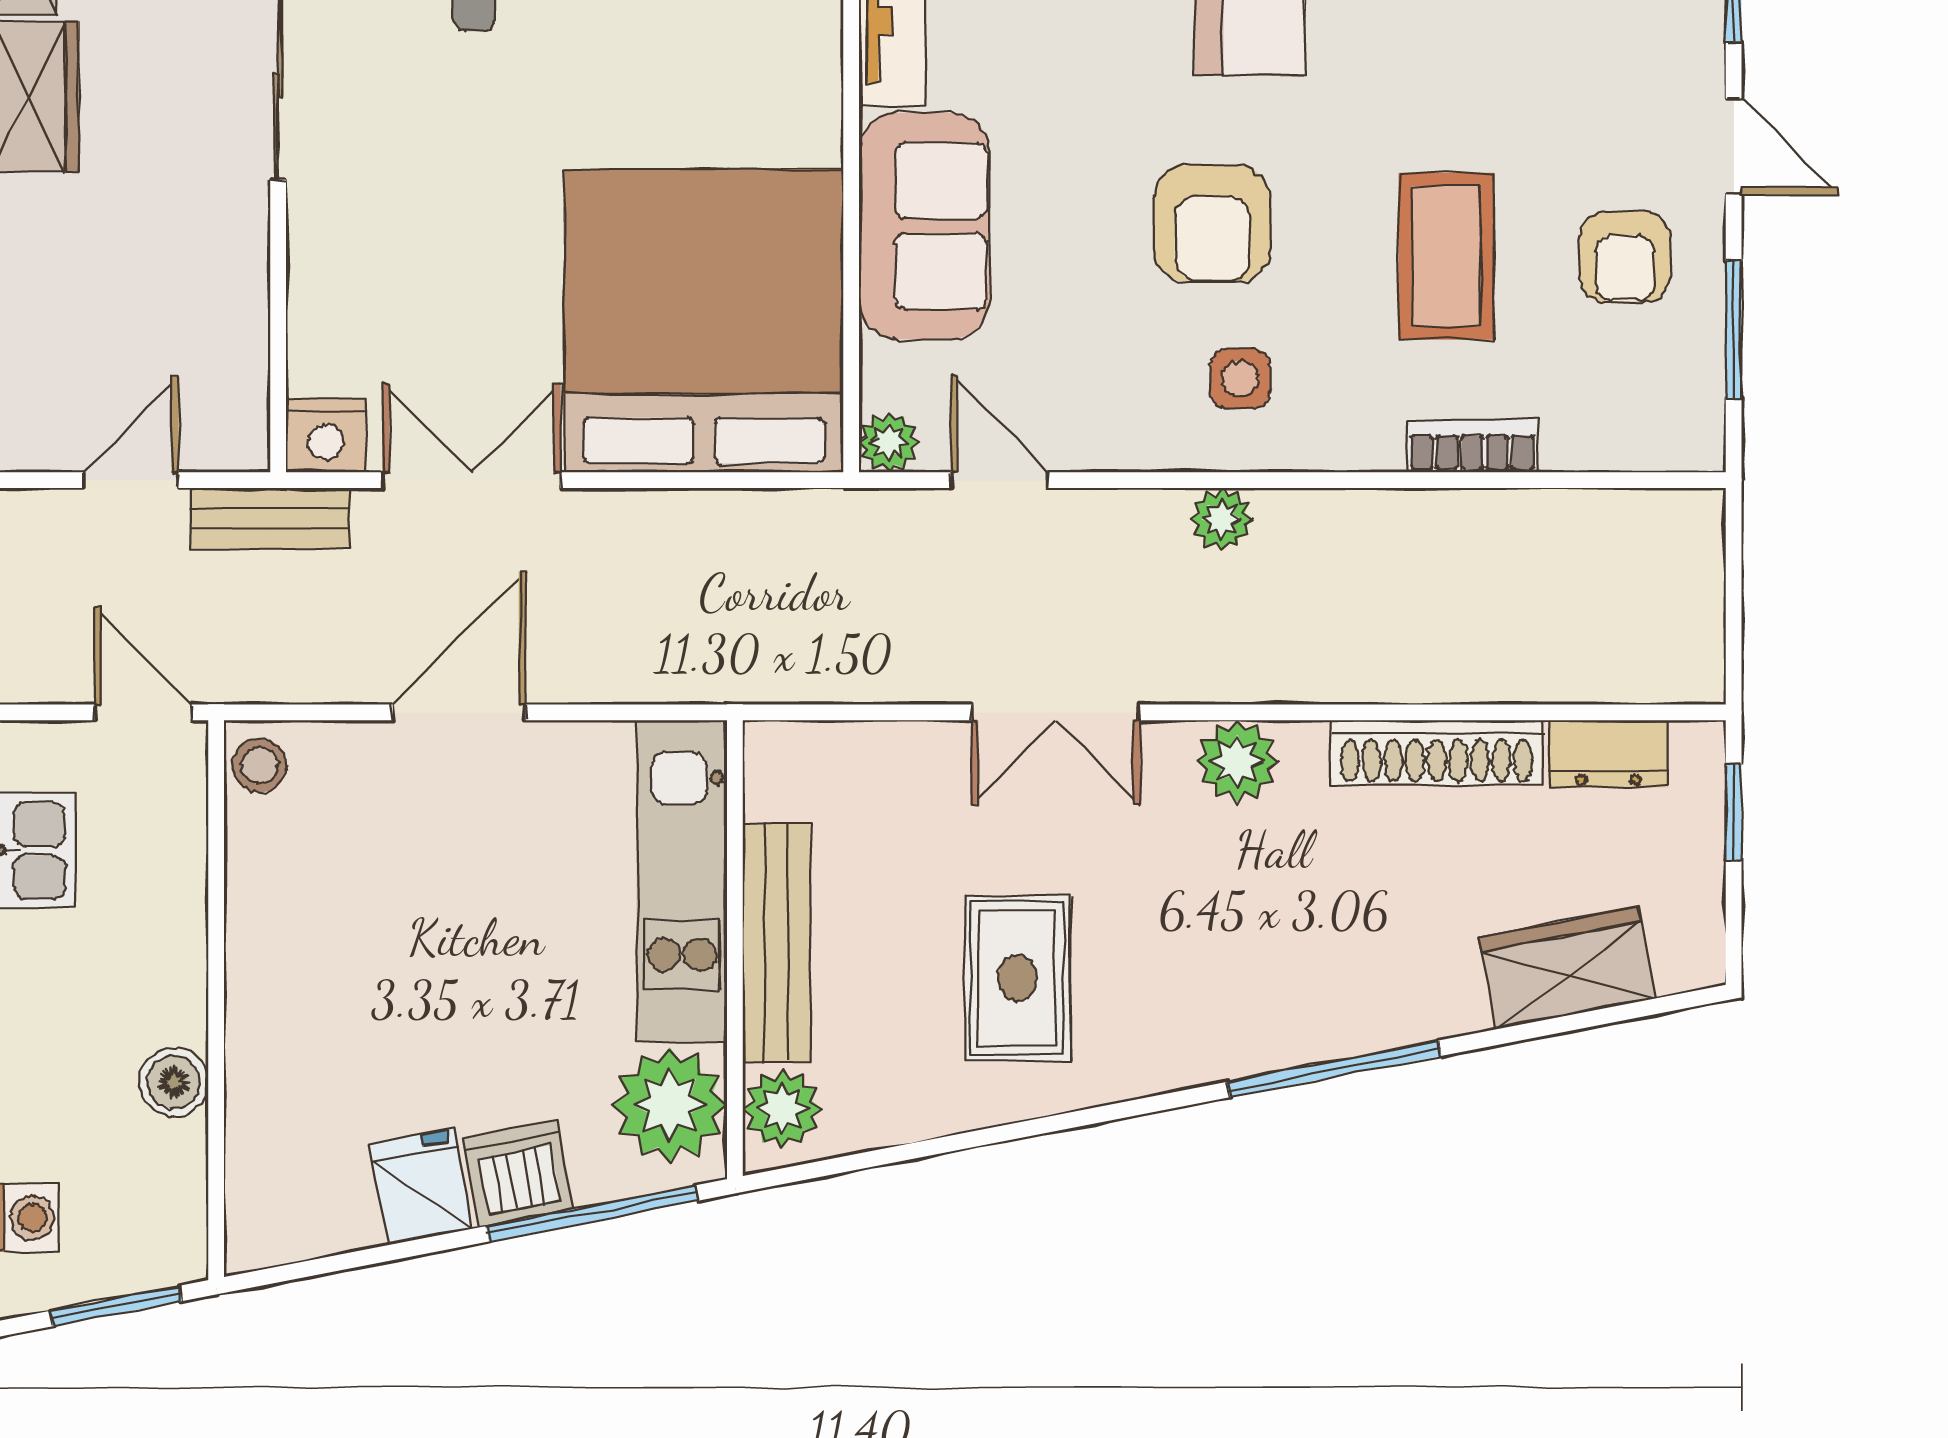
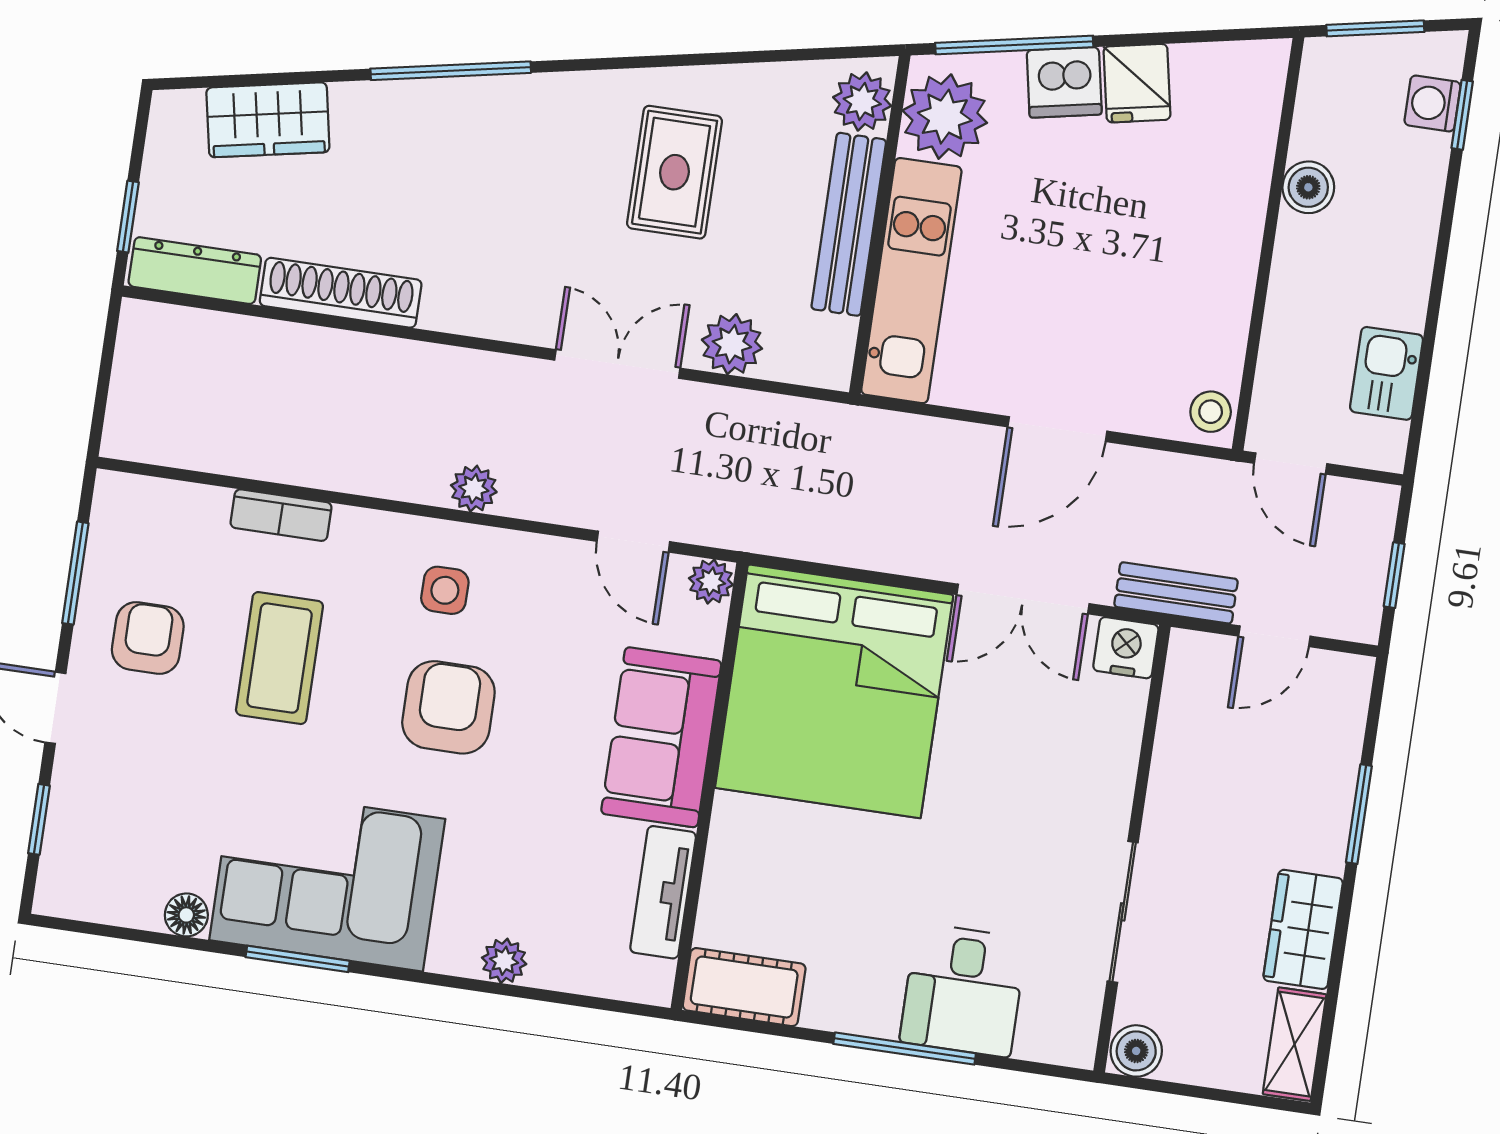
dresser: (1608, 754) -> (195, 271), width x1.44
plant: (1237, 761) -> (732, 344), moved

